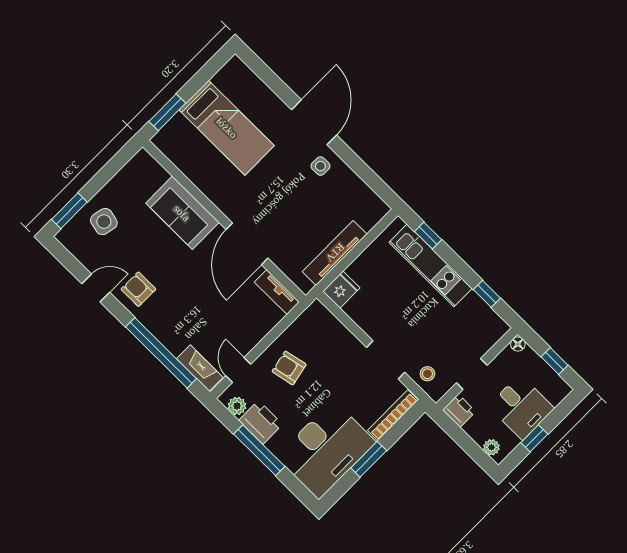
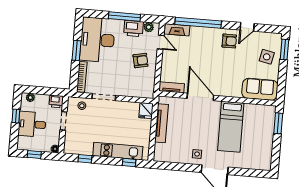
bed: (227, 128) -> (231, 127), moved, turned -90
sofa: (182, 213) -> (260, 89), moved

